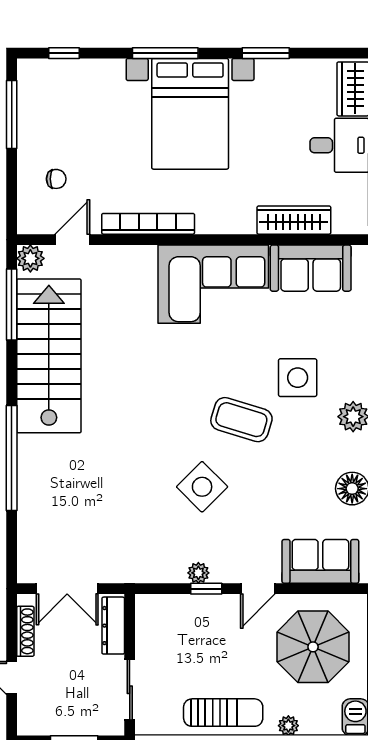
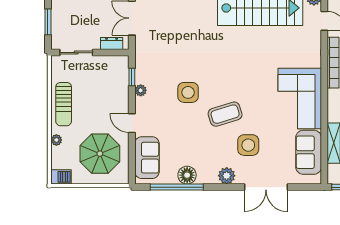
coffee table: (241, 420) -> (225, 114), turned 56
side table: (202, 487) -> (188, 92), turned 45
window: (206, 589) -> (132, 77), moved
dresser: (113, 626) -> (112, 43), width x0.70

